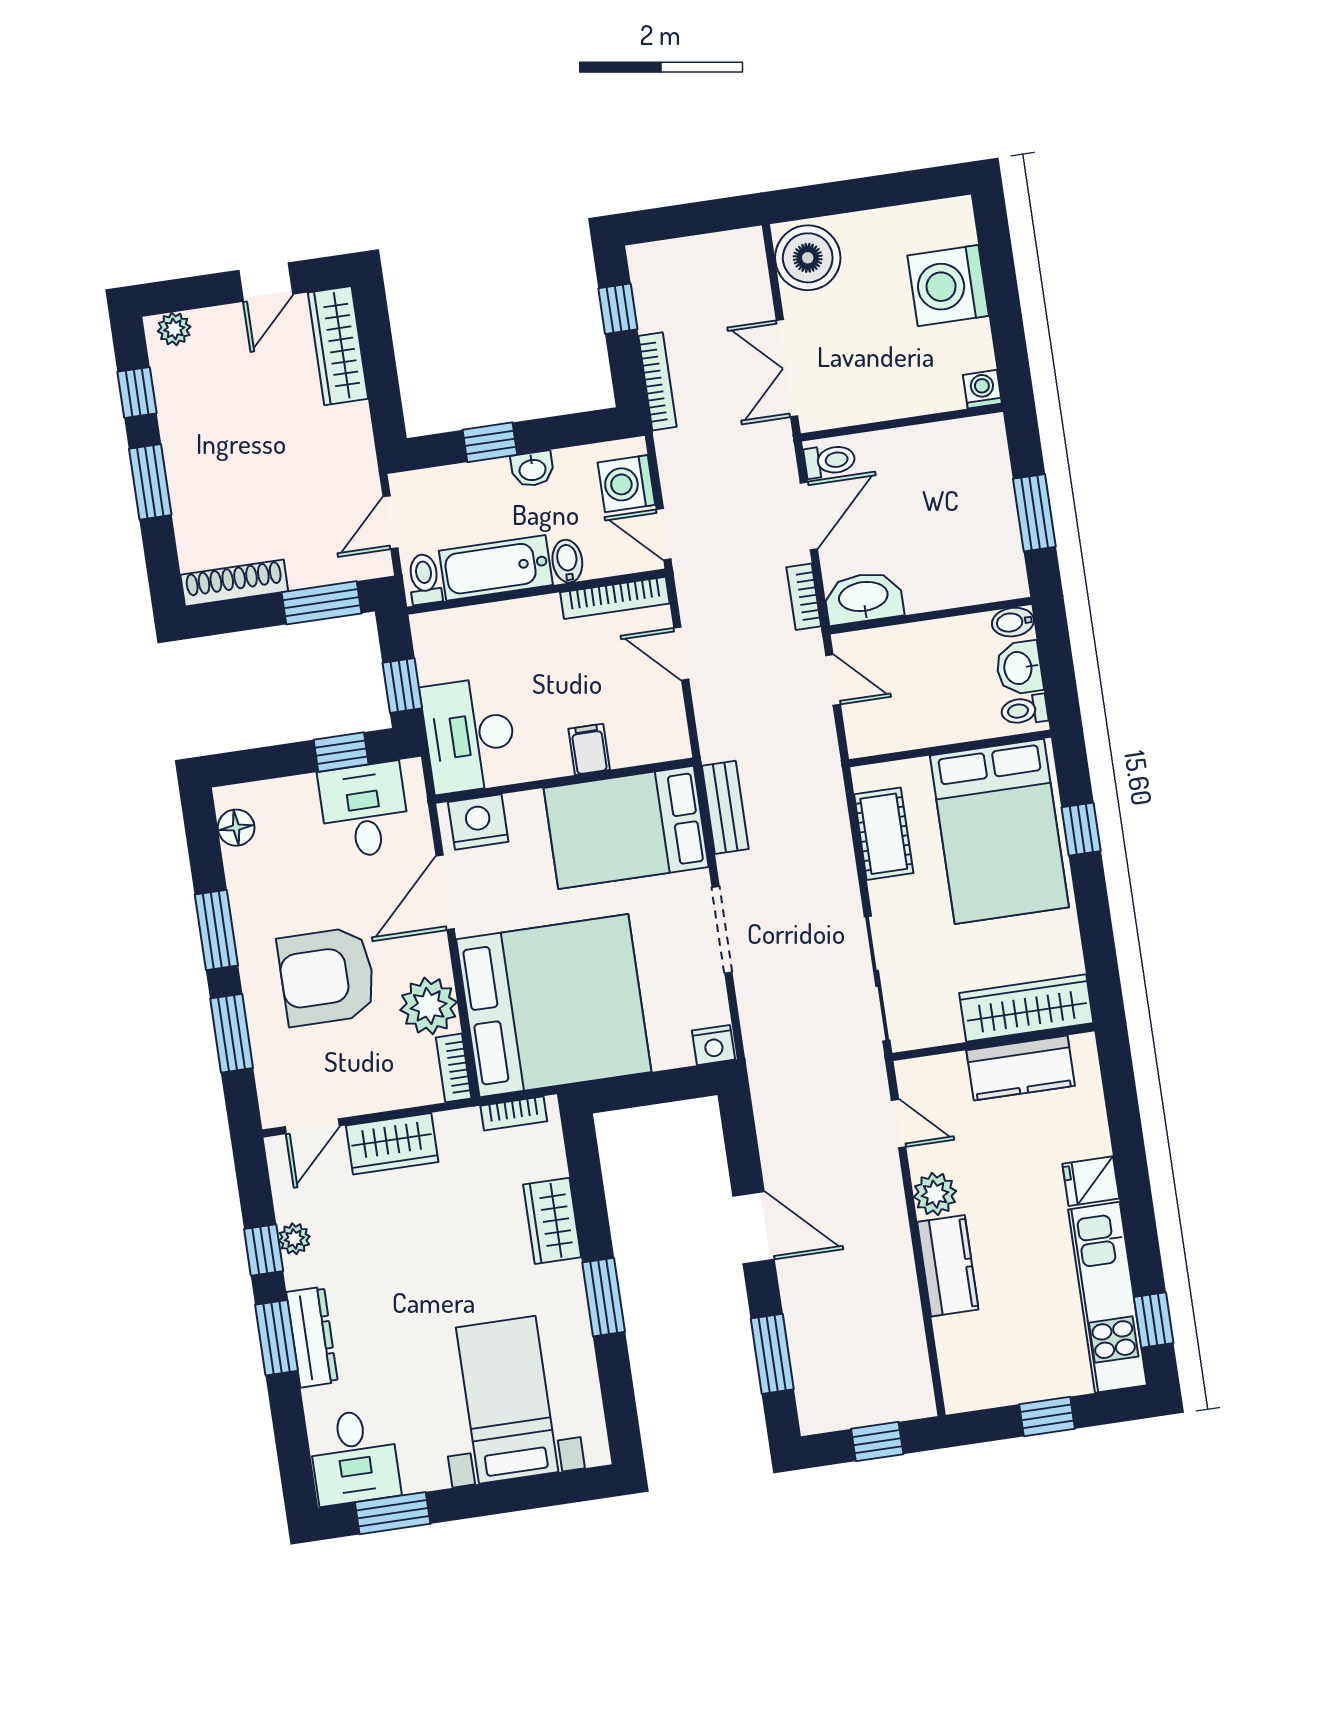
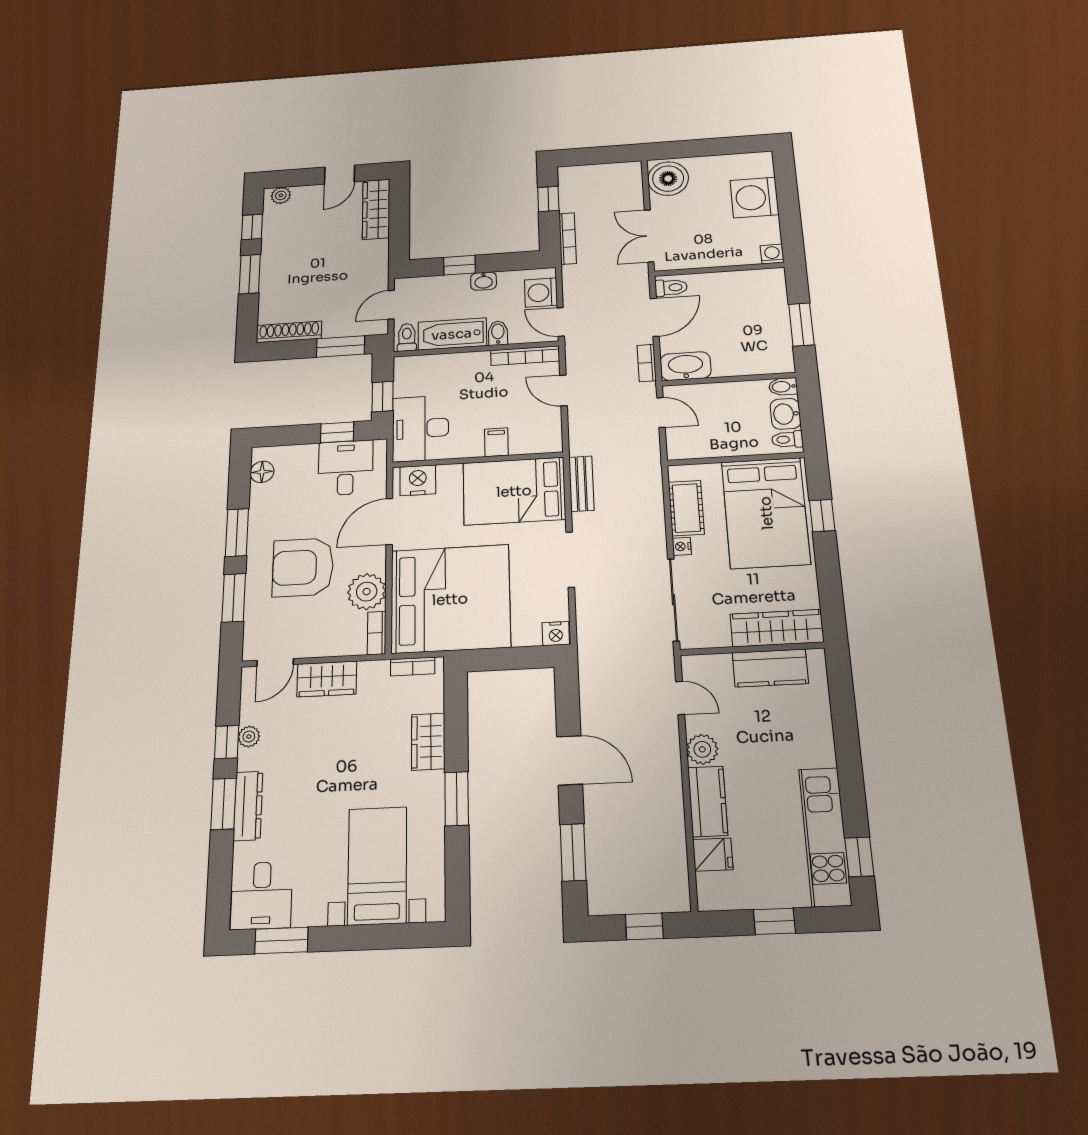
nightstand: (882, 895) -> (682, 546), added
fridge: (1091, 1181) -> (713, 855), moved, turned 180

